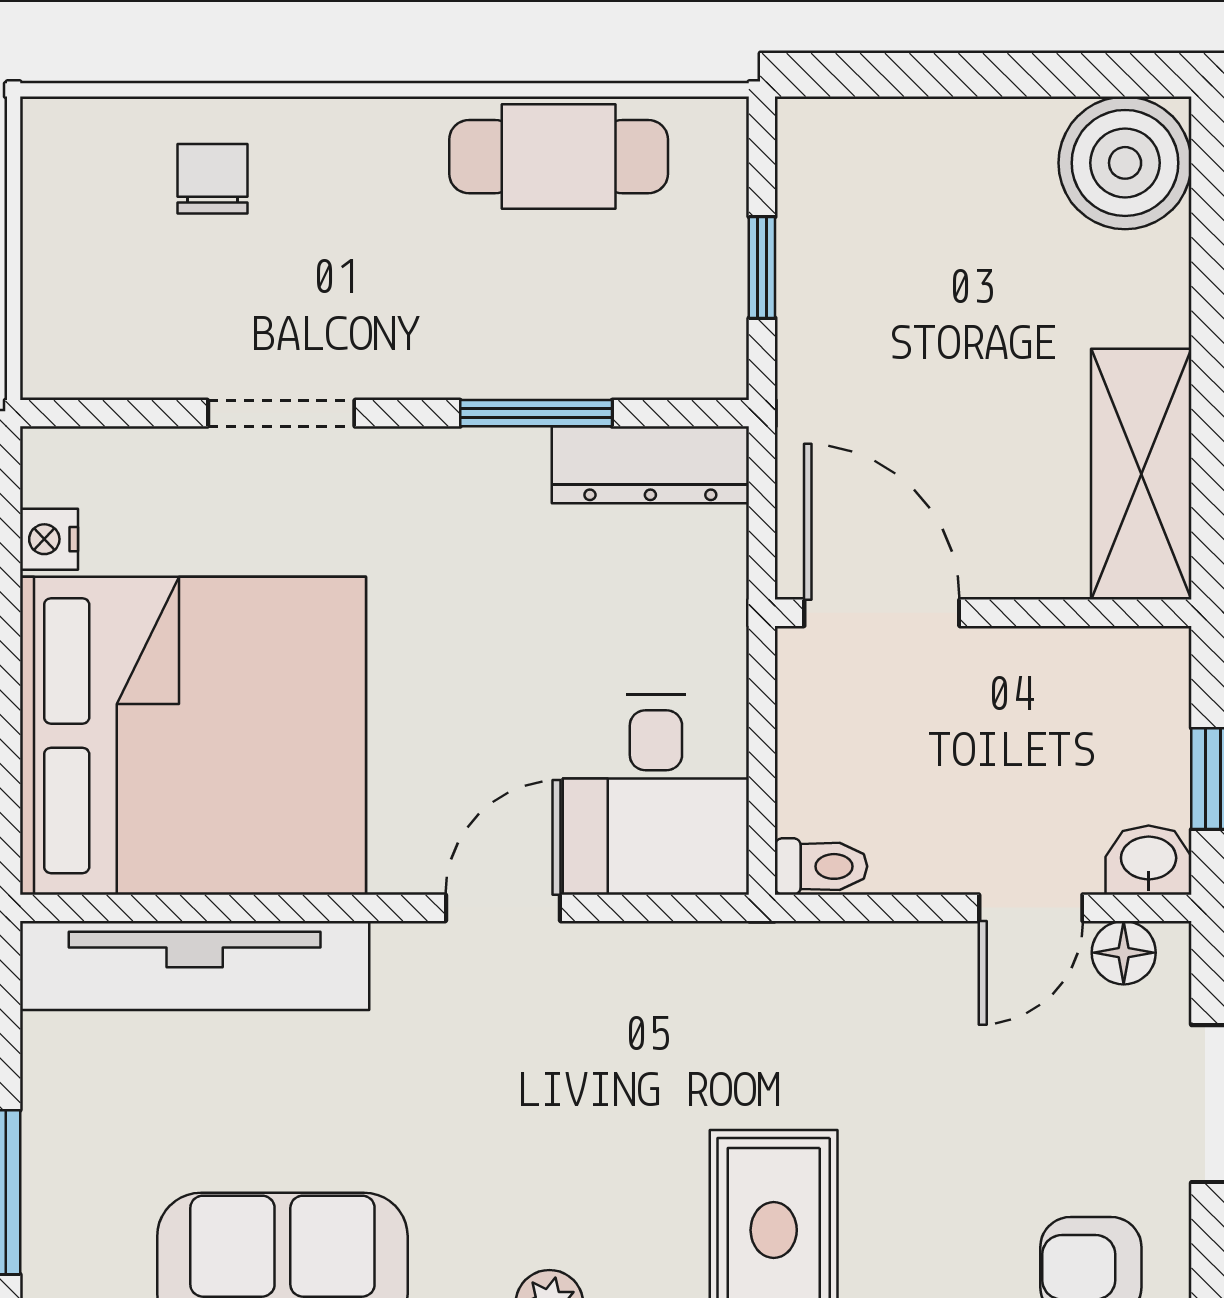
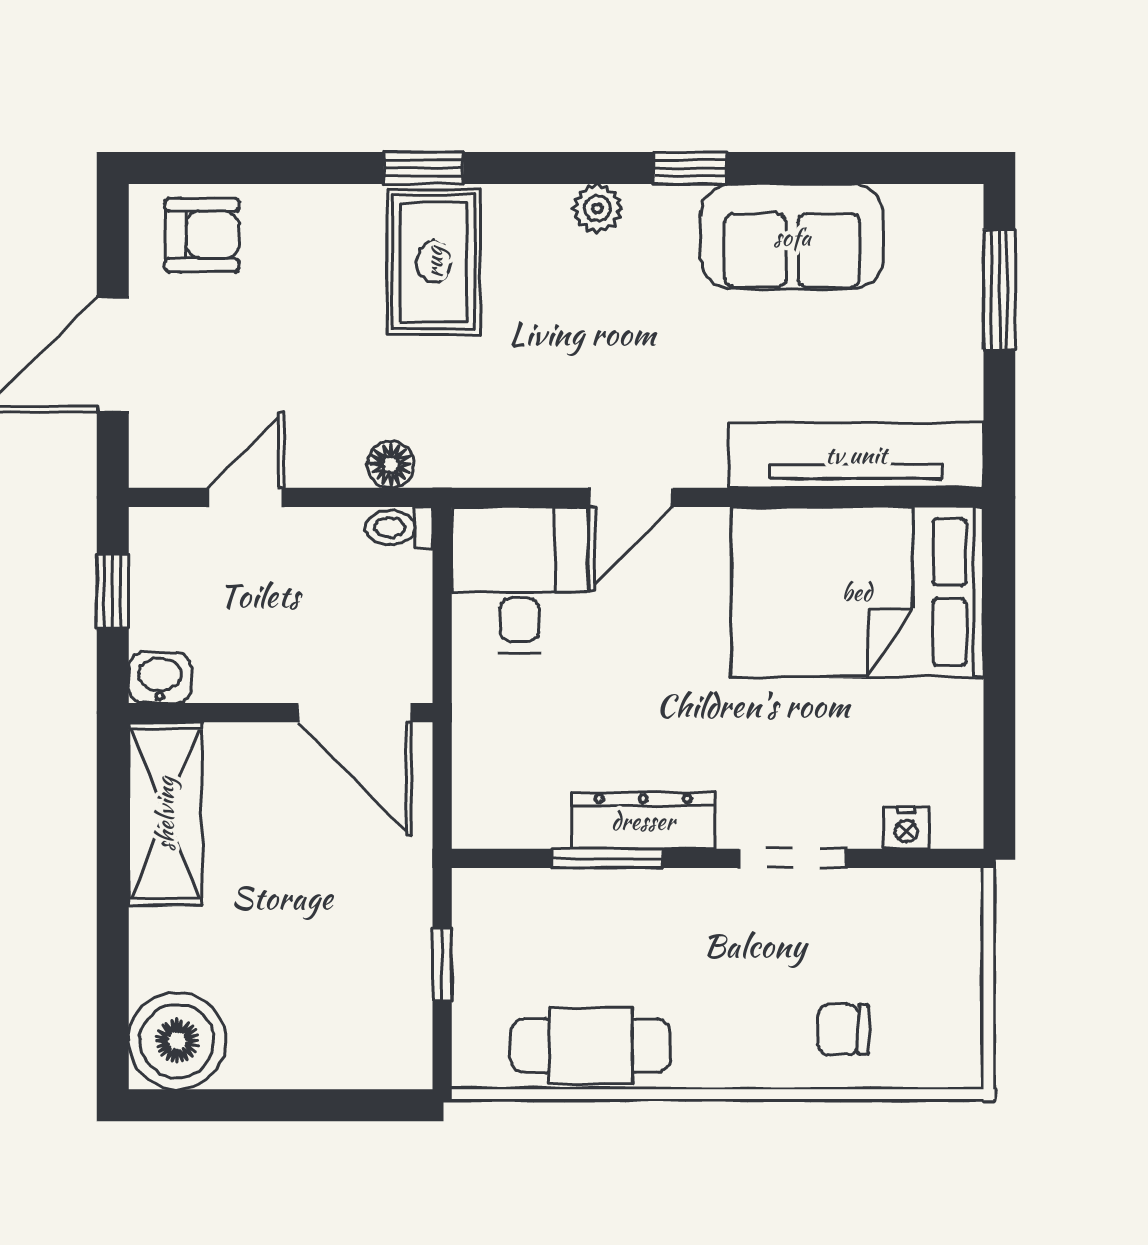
chair: (213, 179) -> (843, 1029), turned 90
dresser: (650, 465) -> (643, 821), moved
nightstand: (49, 539) -> (906, 828), moved, turned 90
bed: (193, 736) -> (857, 592), width x0.73
washbasin: (1149, 860) -> (160, 678), moved, turned 180
floor lamp: (1124, 953) -> (391, 465), moved

